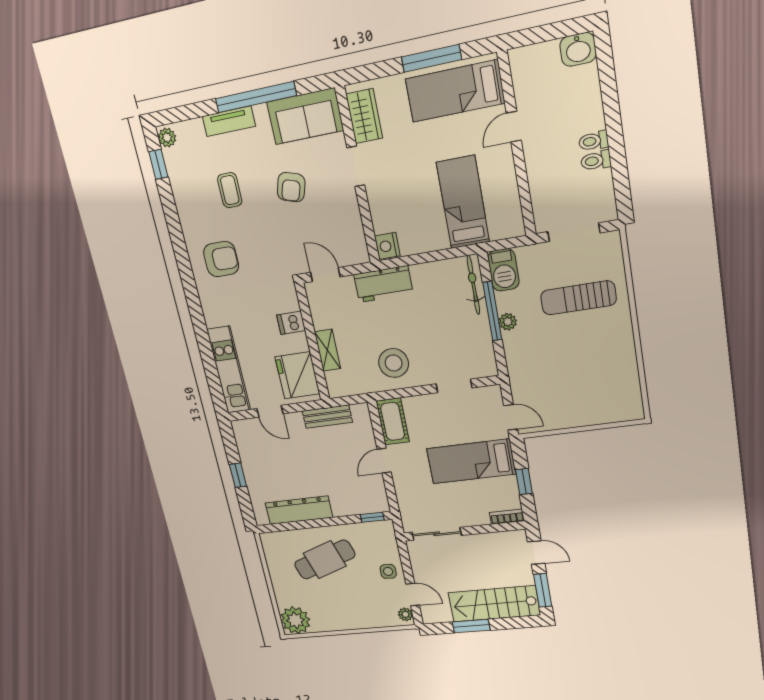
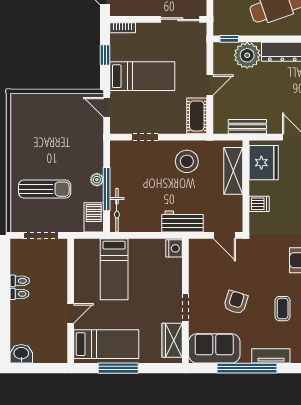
shelving: (328, 350) -> (233, 171), width x1.50, depth x1.33
plant: (347, 501) -> (247, 55), added

